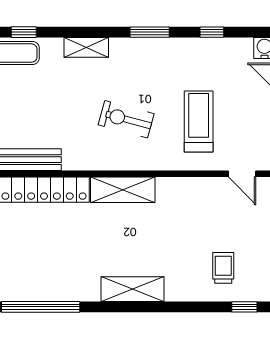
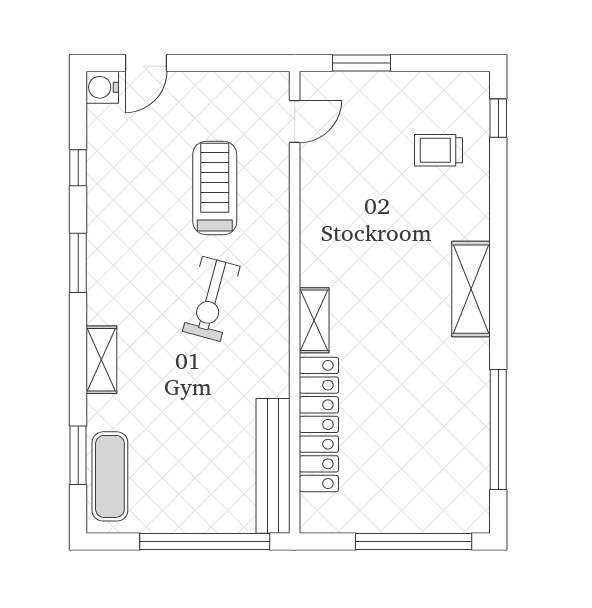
window: (24, 32) -> (78, 455), width x1.50
treadmill: (199, 122) -> (215, 188), turned 90
shelving: (123, 190) -> (314, 320), width x0.67, depth x0.75

